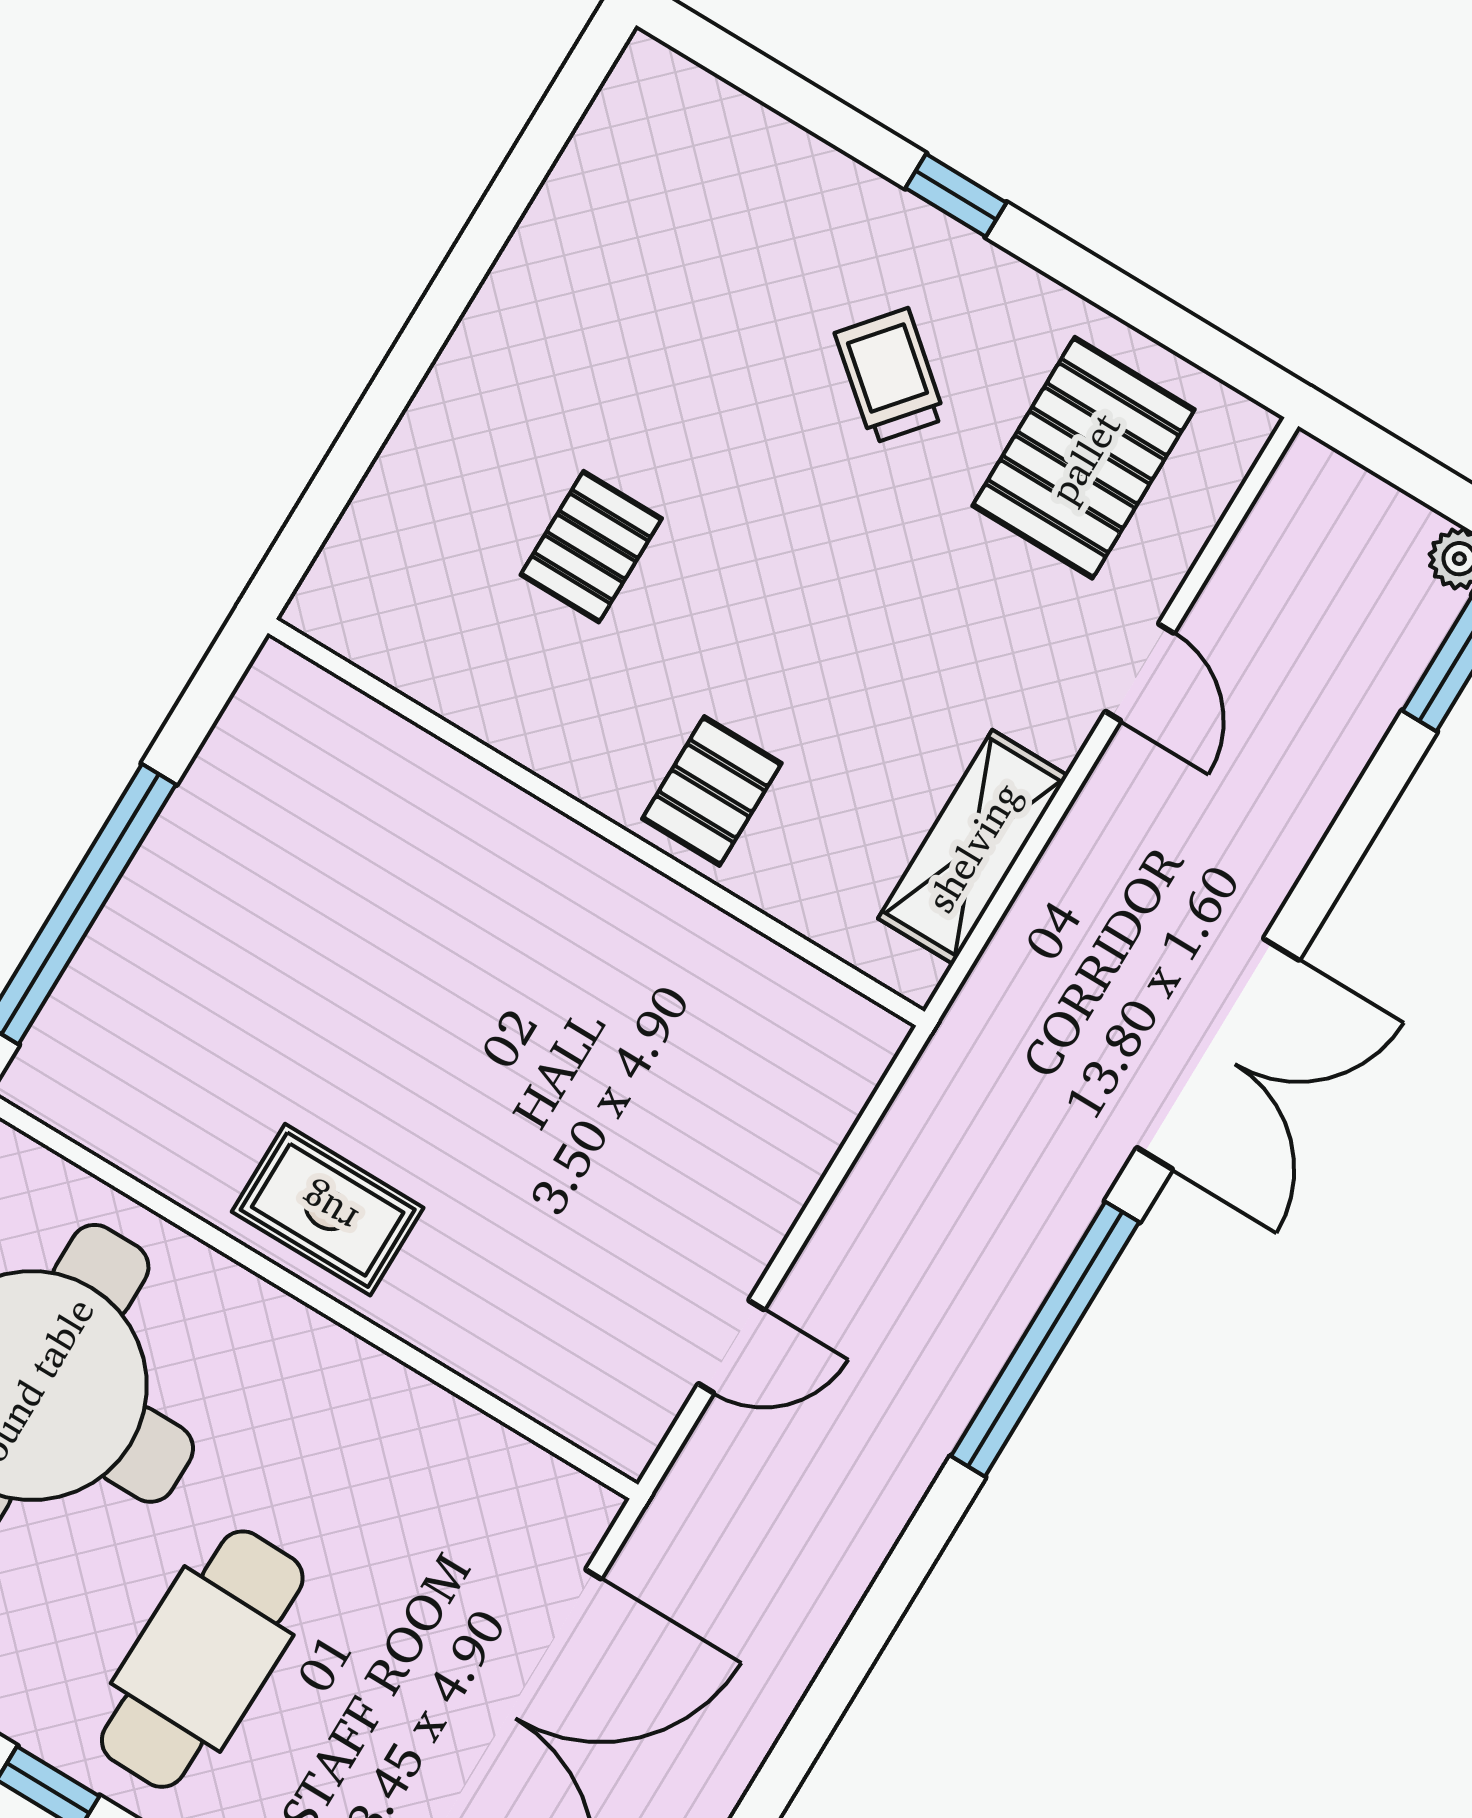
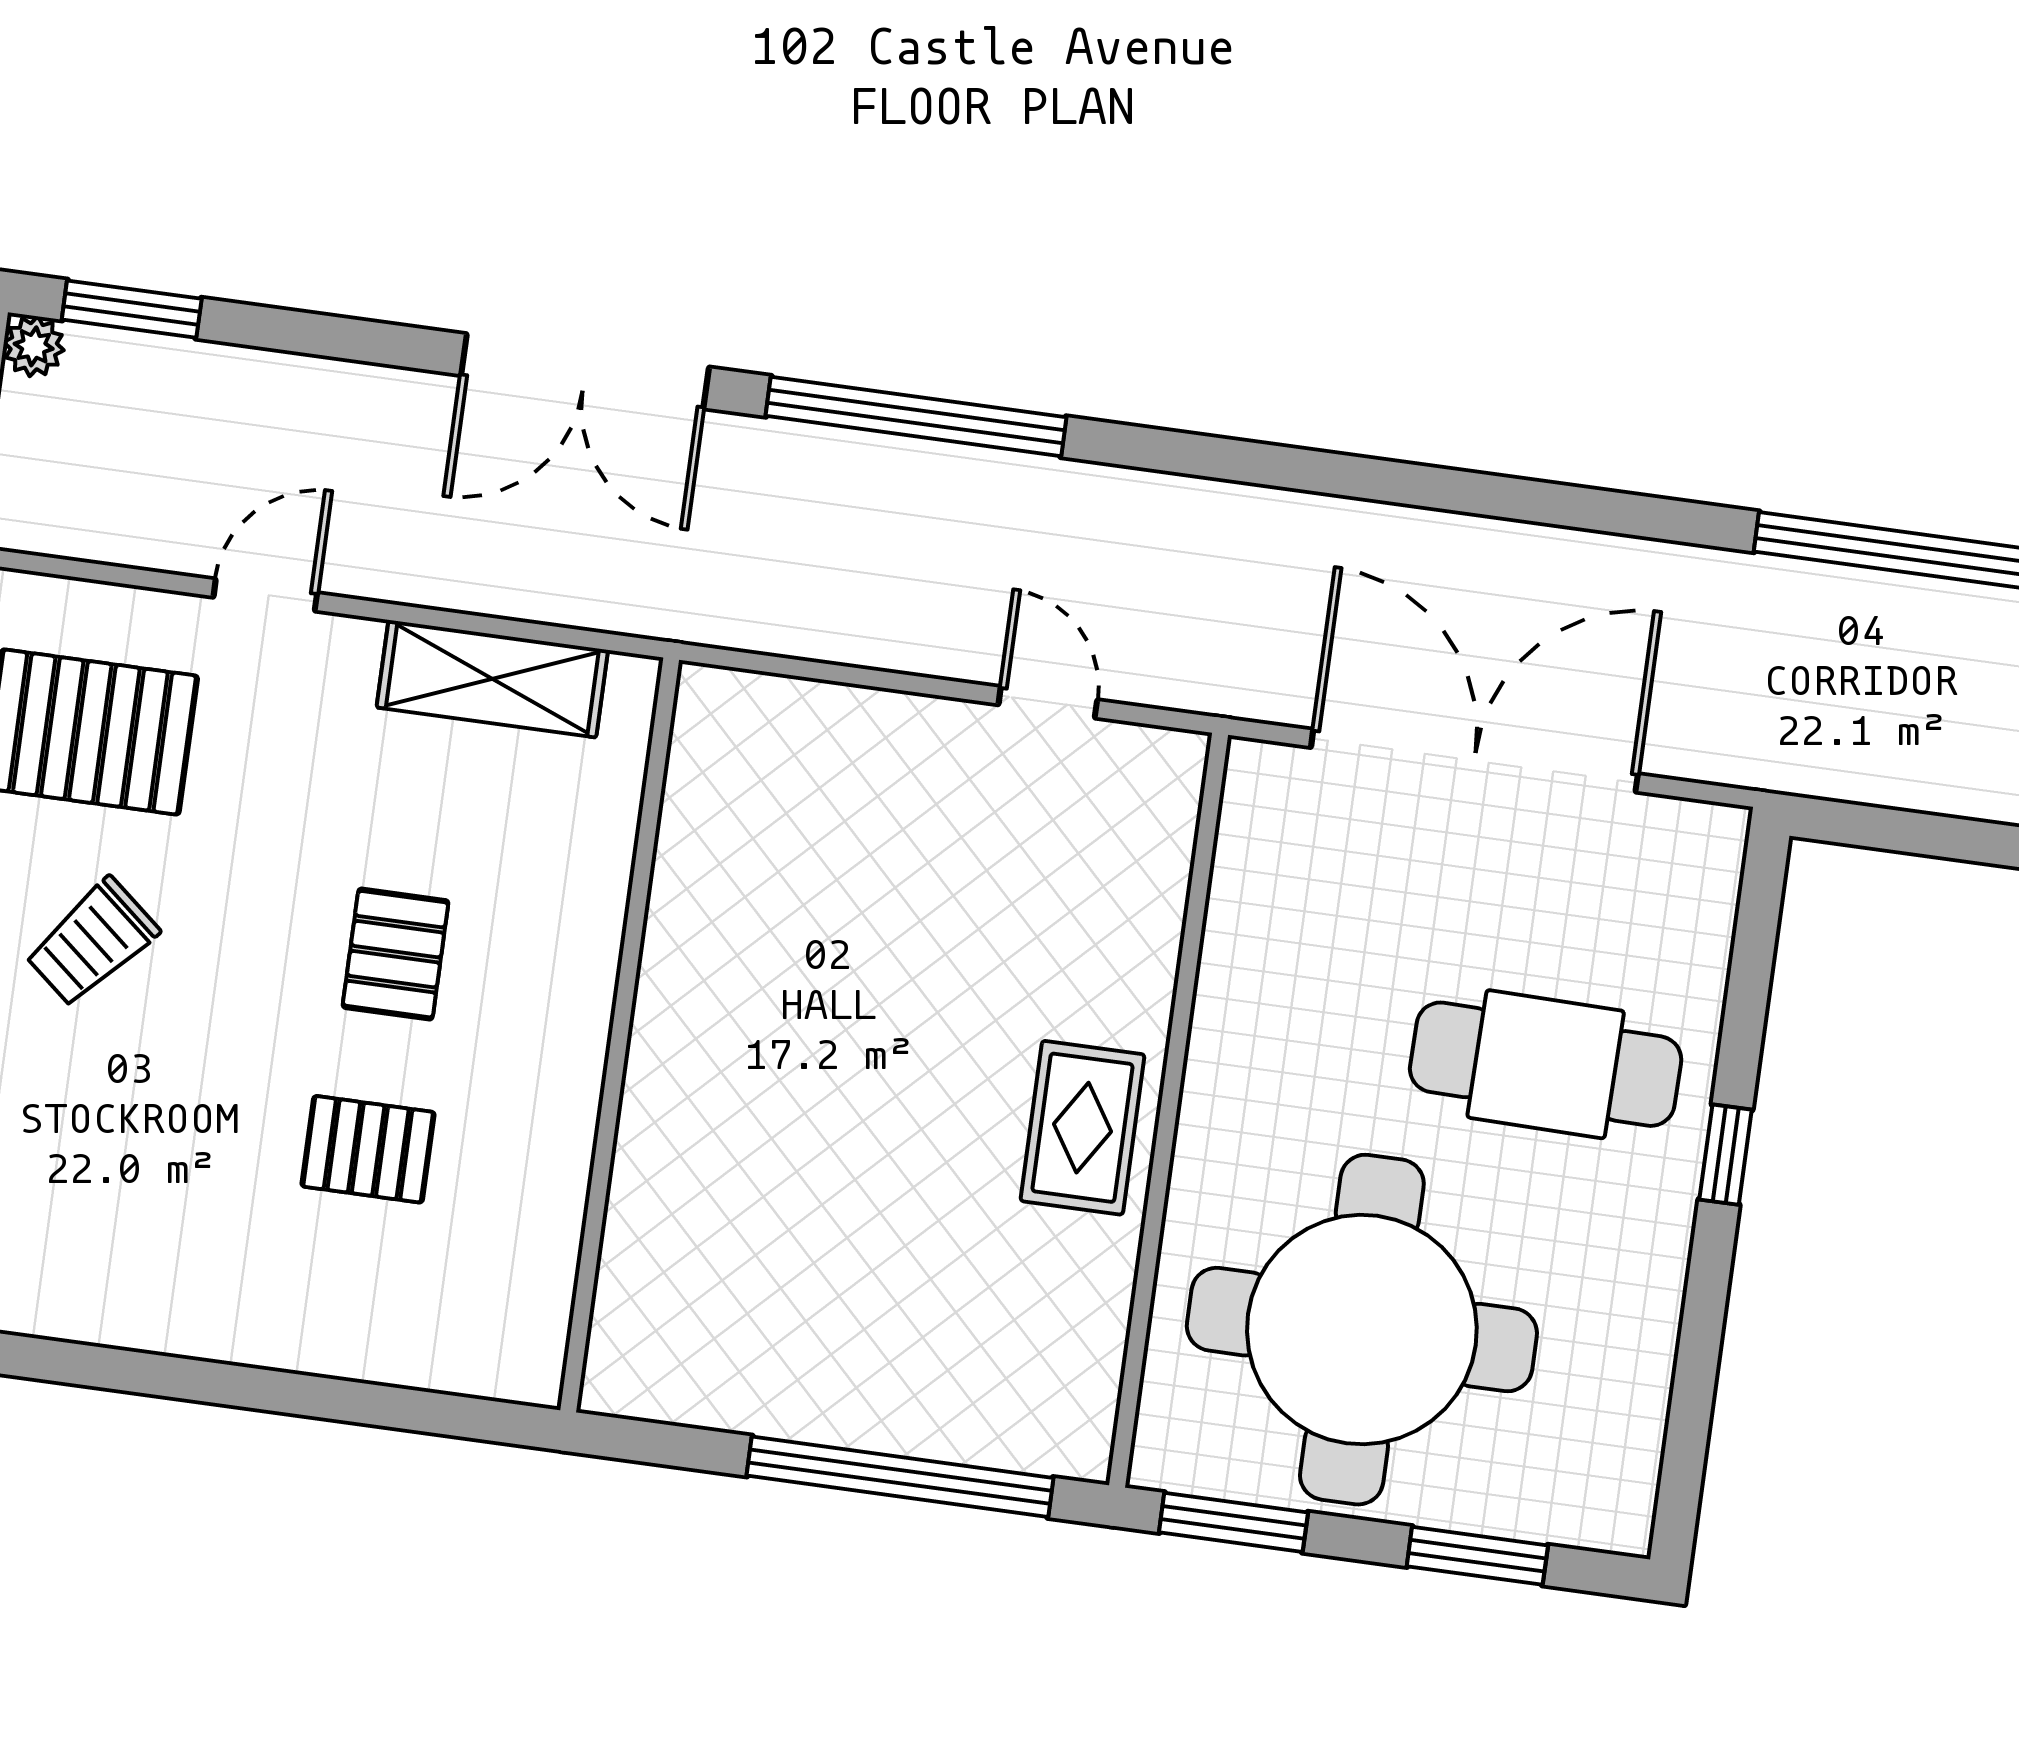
pallet: (712, 791) -> (395, 954), moved, turned 90
double door: (1218, 1054) -> (585, 371), swing flipped

